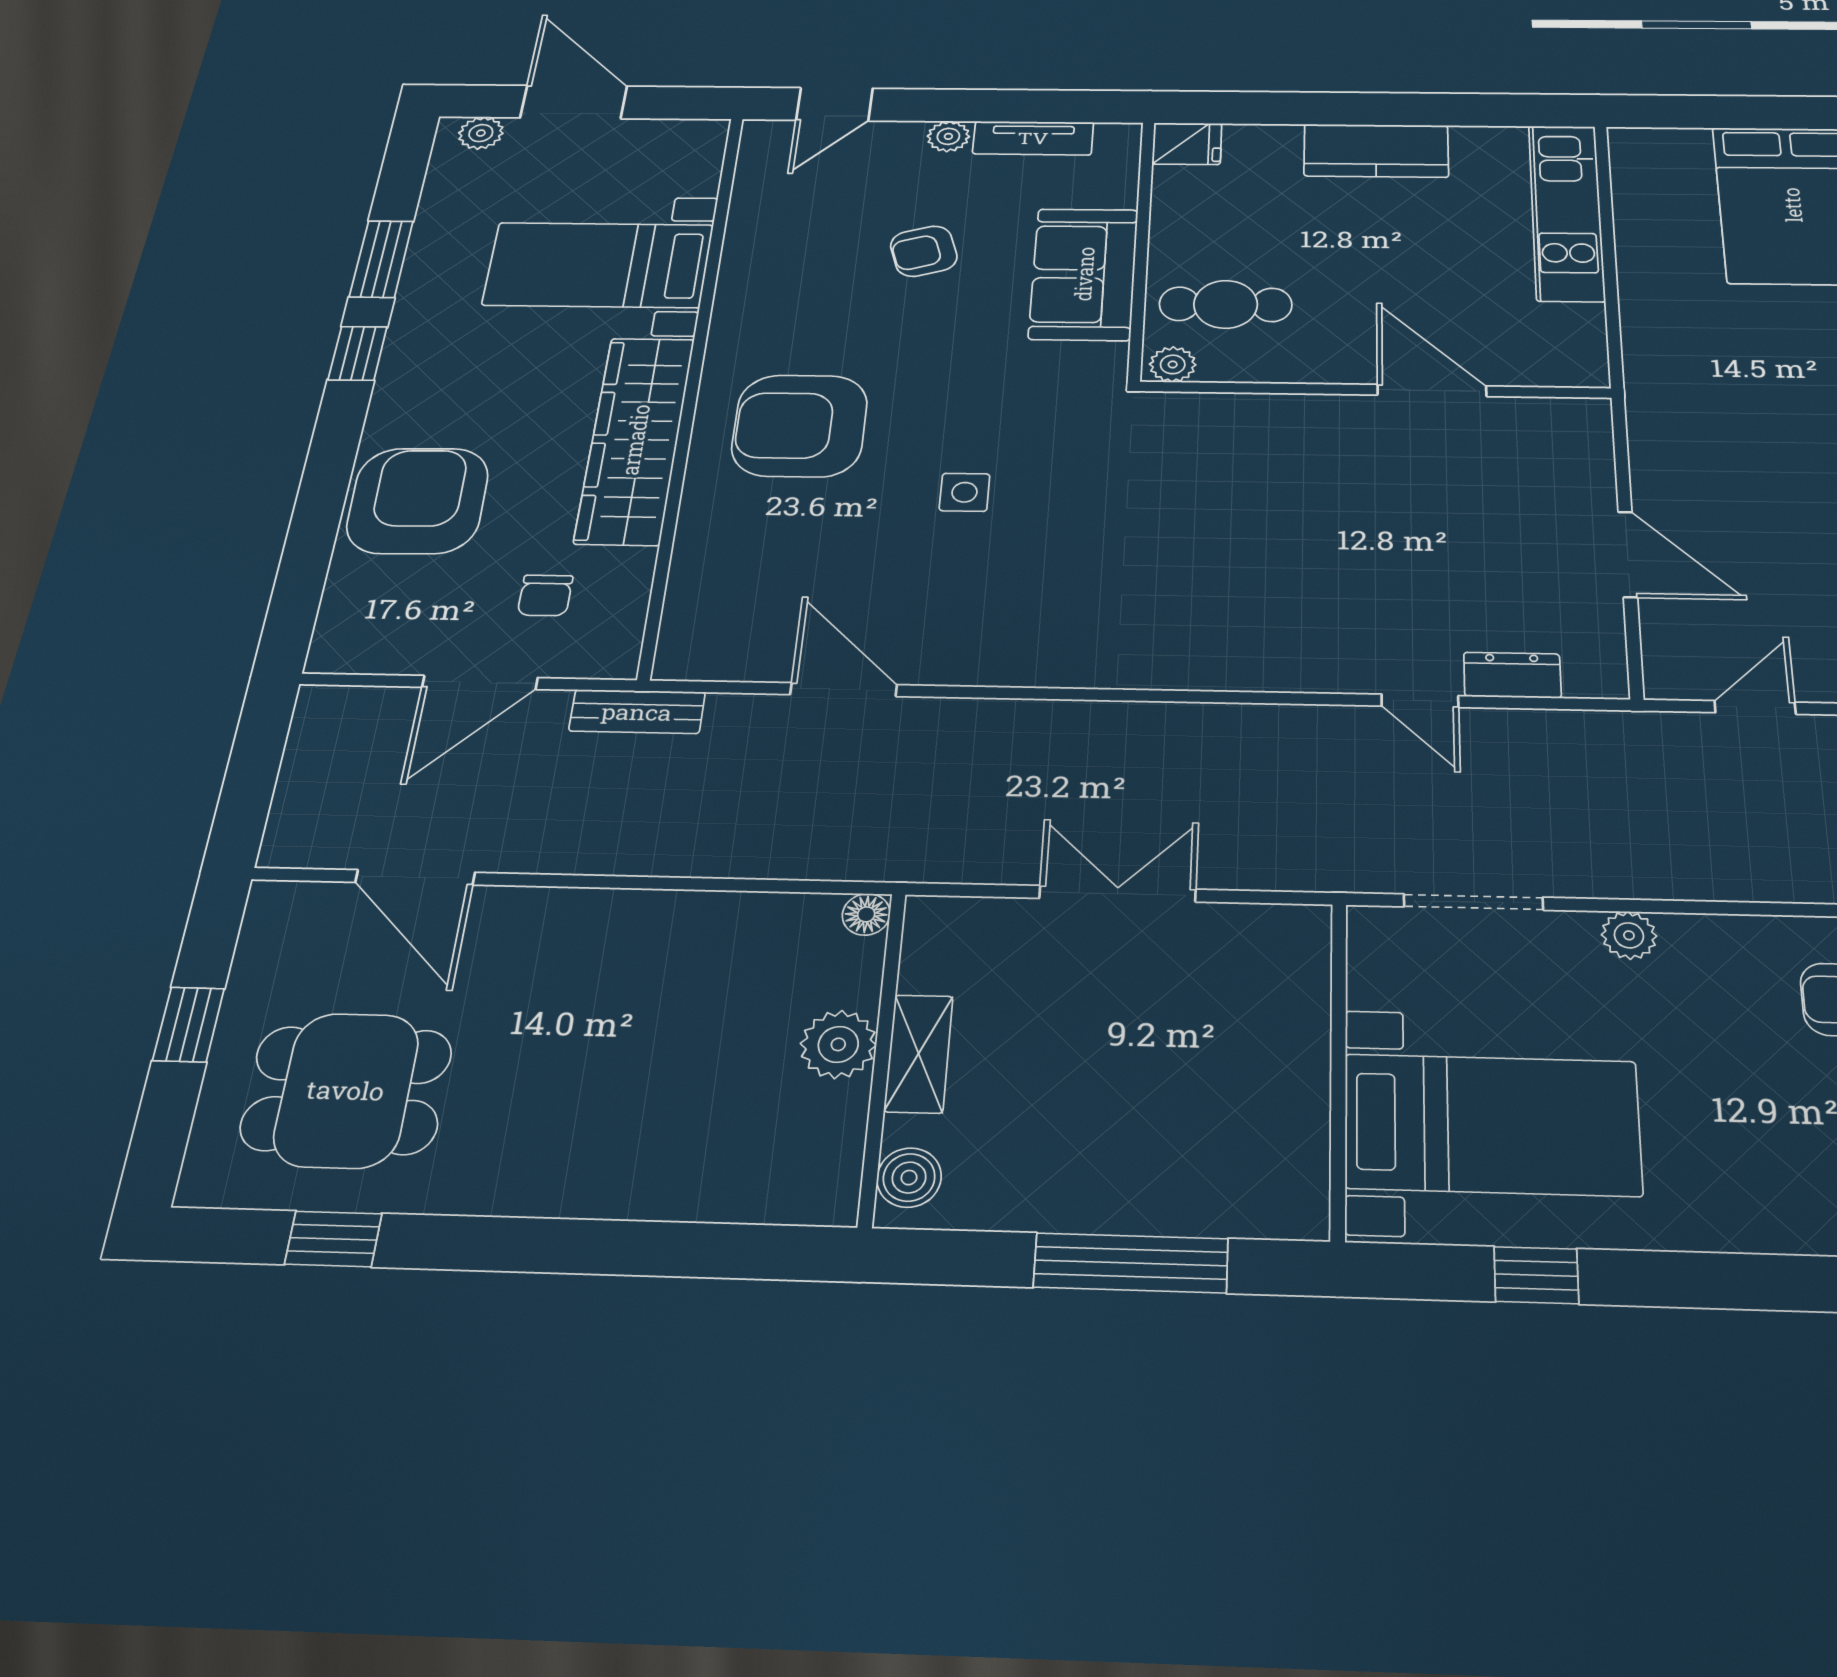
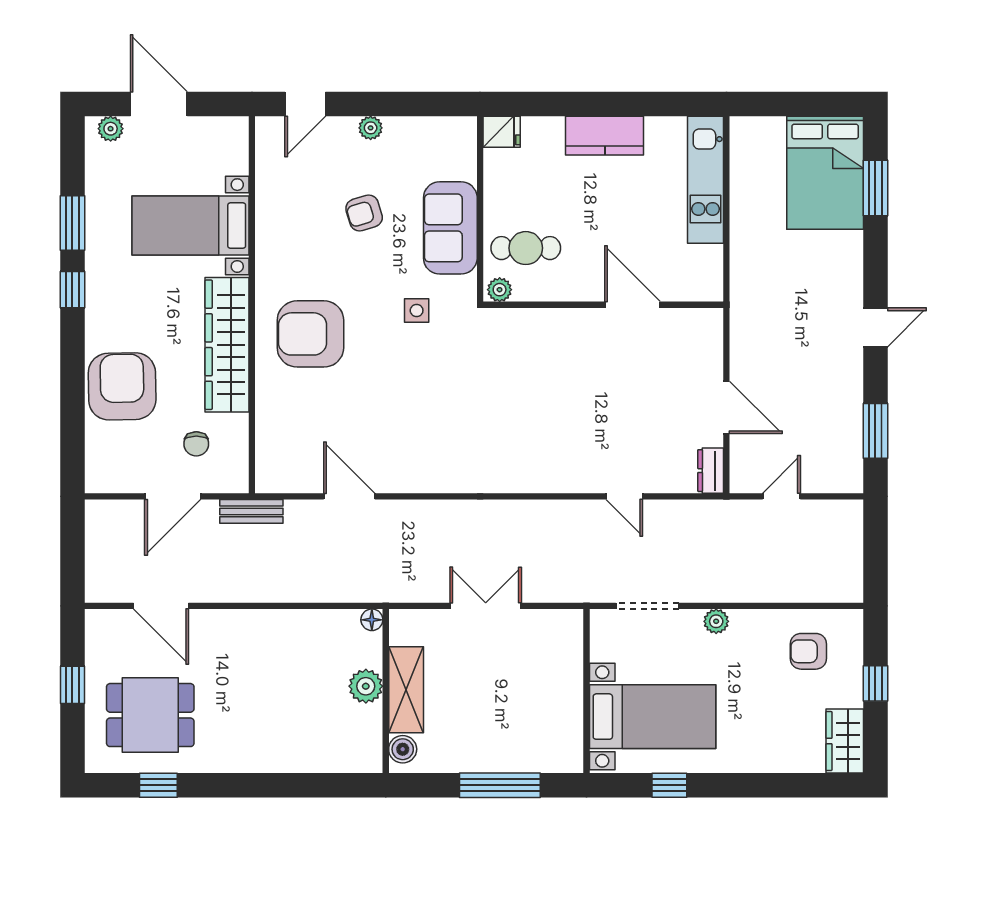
tv unit: (1033, 138) -> (417, 129), removed
side table: (965, 492) -> (417, 310), moved
dresser: (1512, 675) -> (711, 471), moved, turned -90
shelving: (919, 1054) -> (406, 690), width x1.50, depth x1.33

